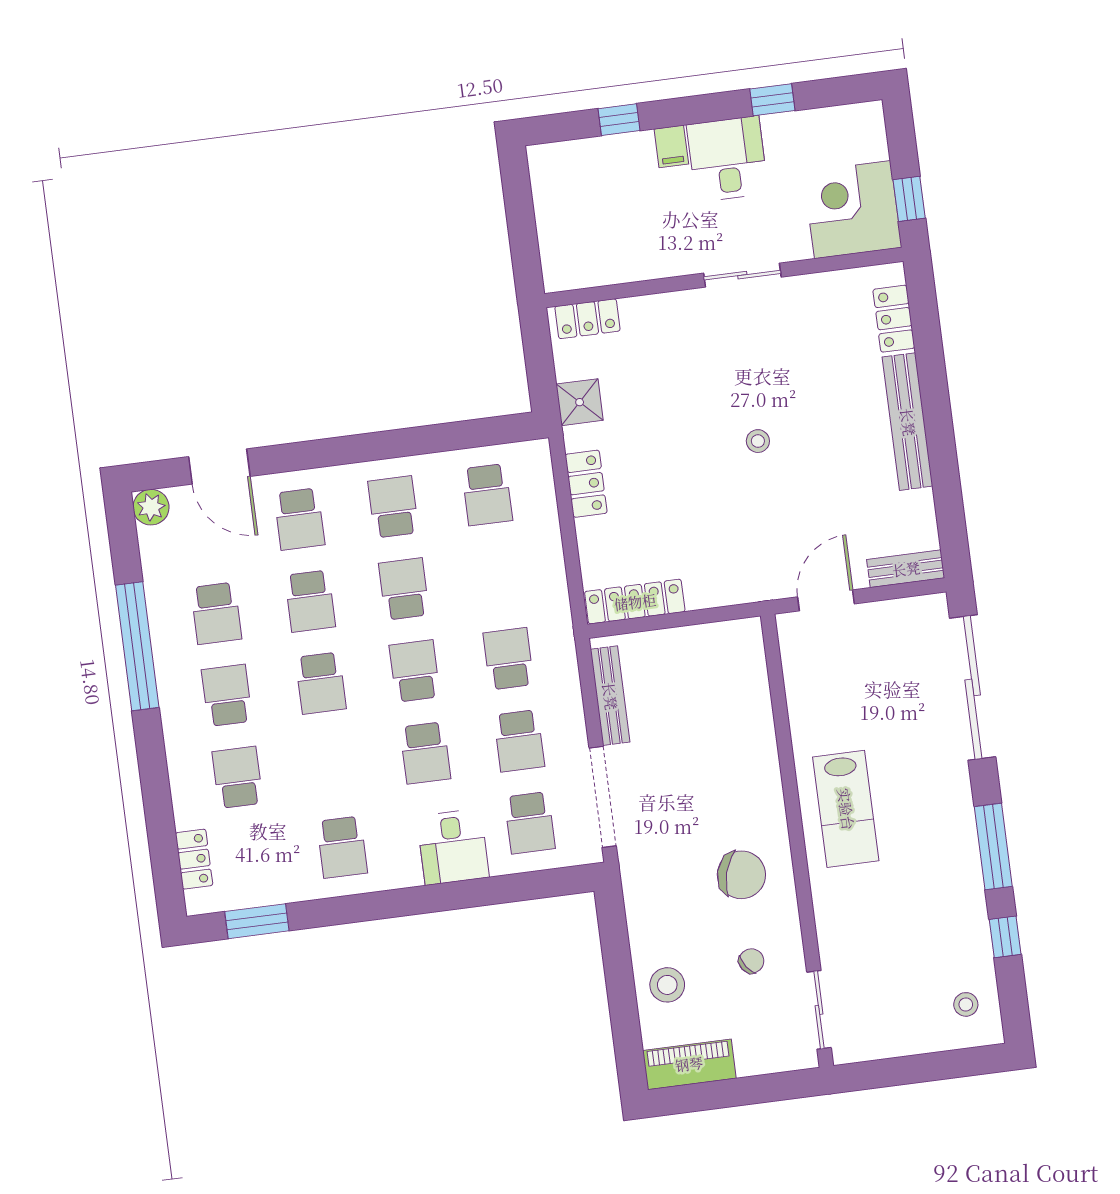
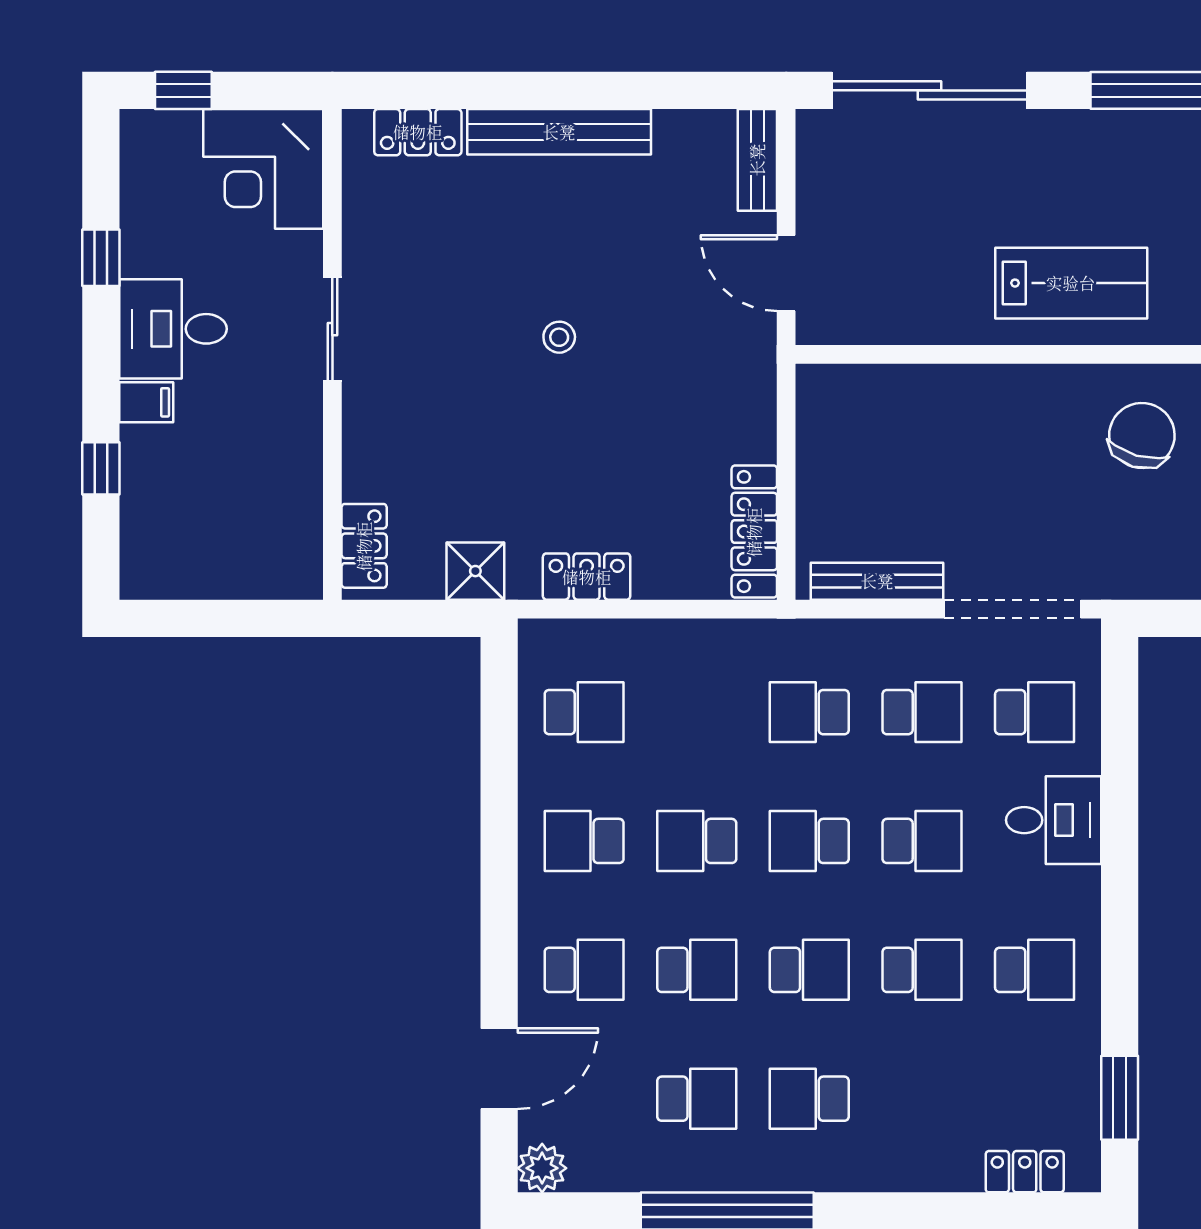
window: (909, 199) -> (183, 90), moved
school desk: (238, 777) -> (922, 970), moved, turned 180

